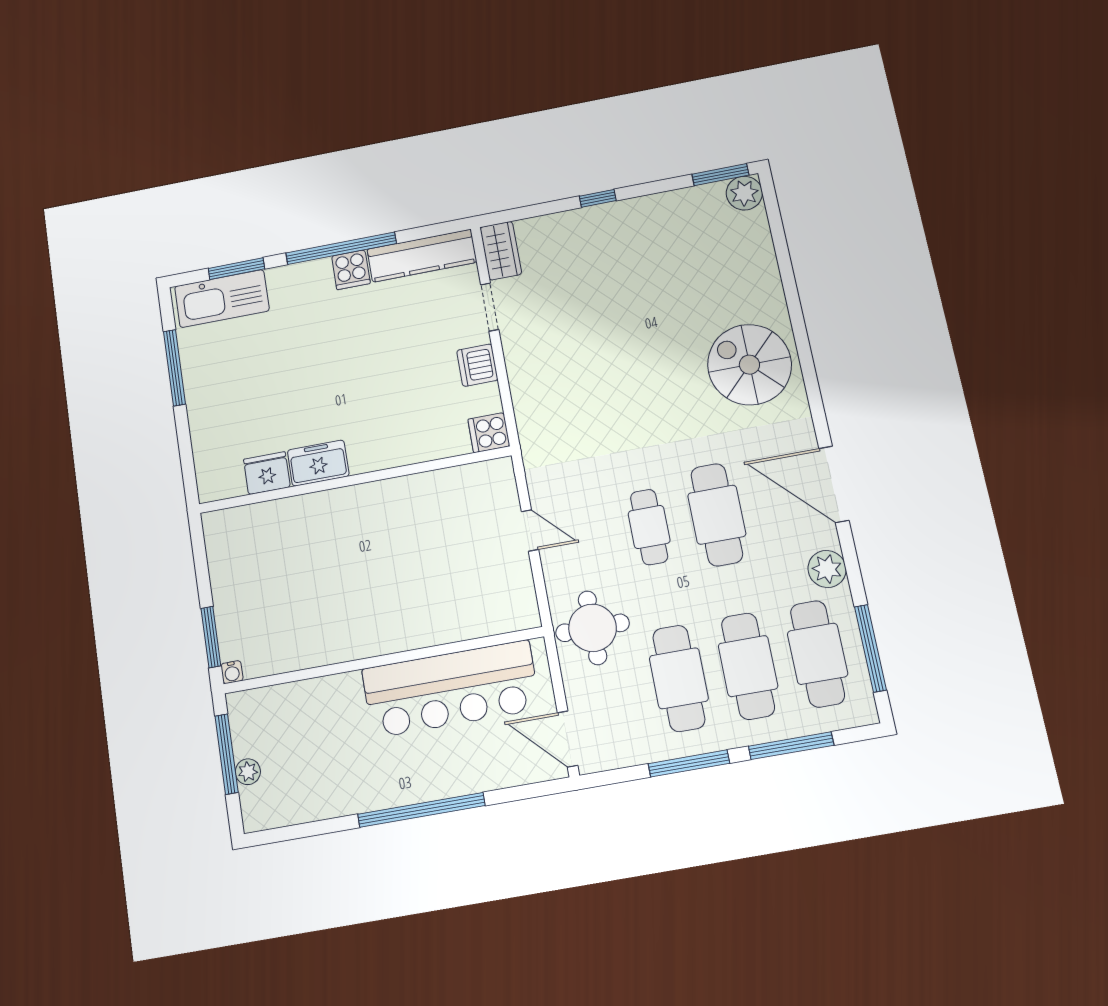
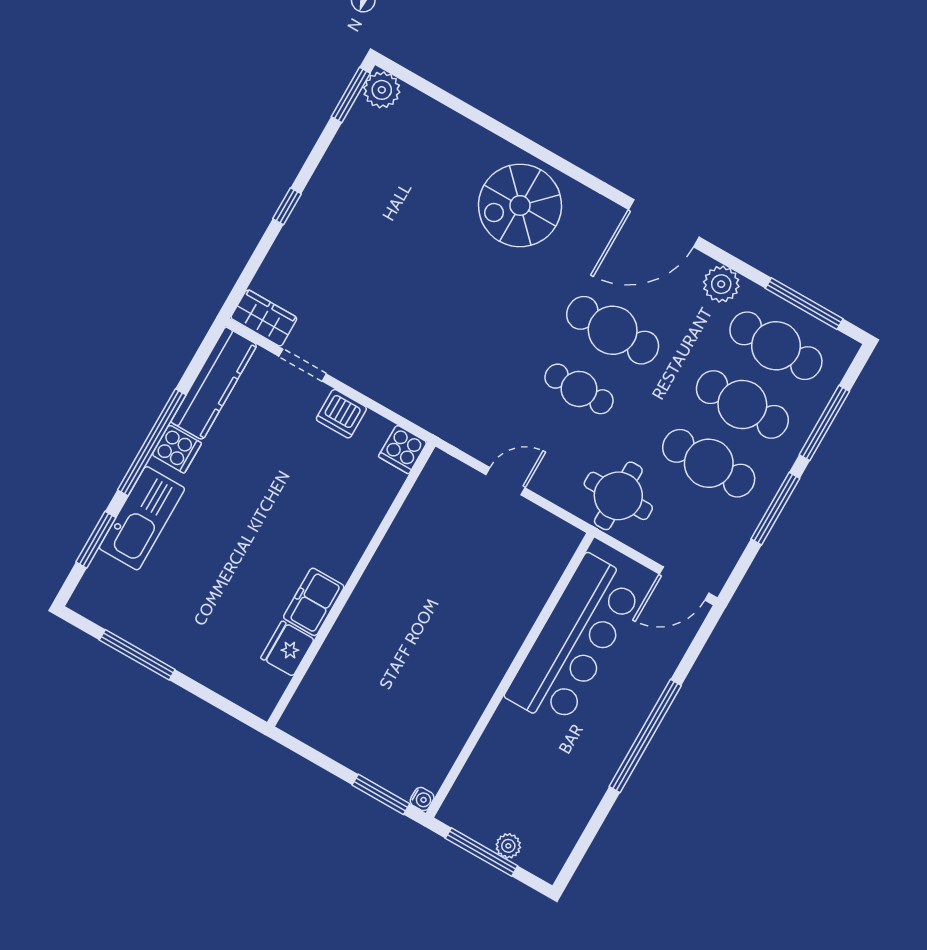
kitchen sink: (222, 299) -> (142, 518), moved

